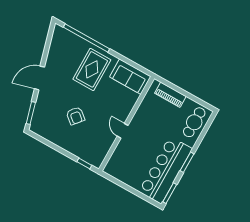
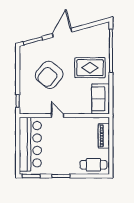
door: (39, 78) -> (62, 33), hinge flipped
armchair: (76, 116) -> (49, 75), width x1.88, depth x1.88
door: (123, 131) -> (57, 116), hinge flipped
bar counter: (165, 170) -> (30, 144), moved, turned 90

